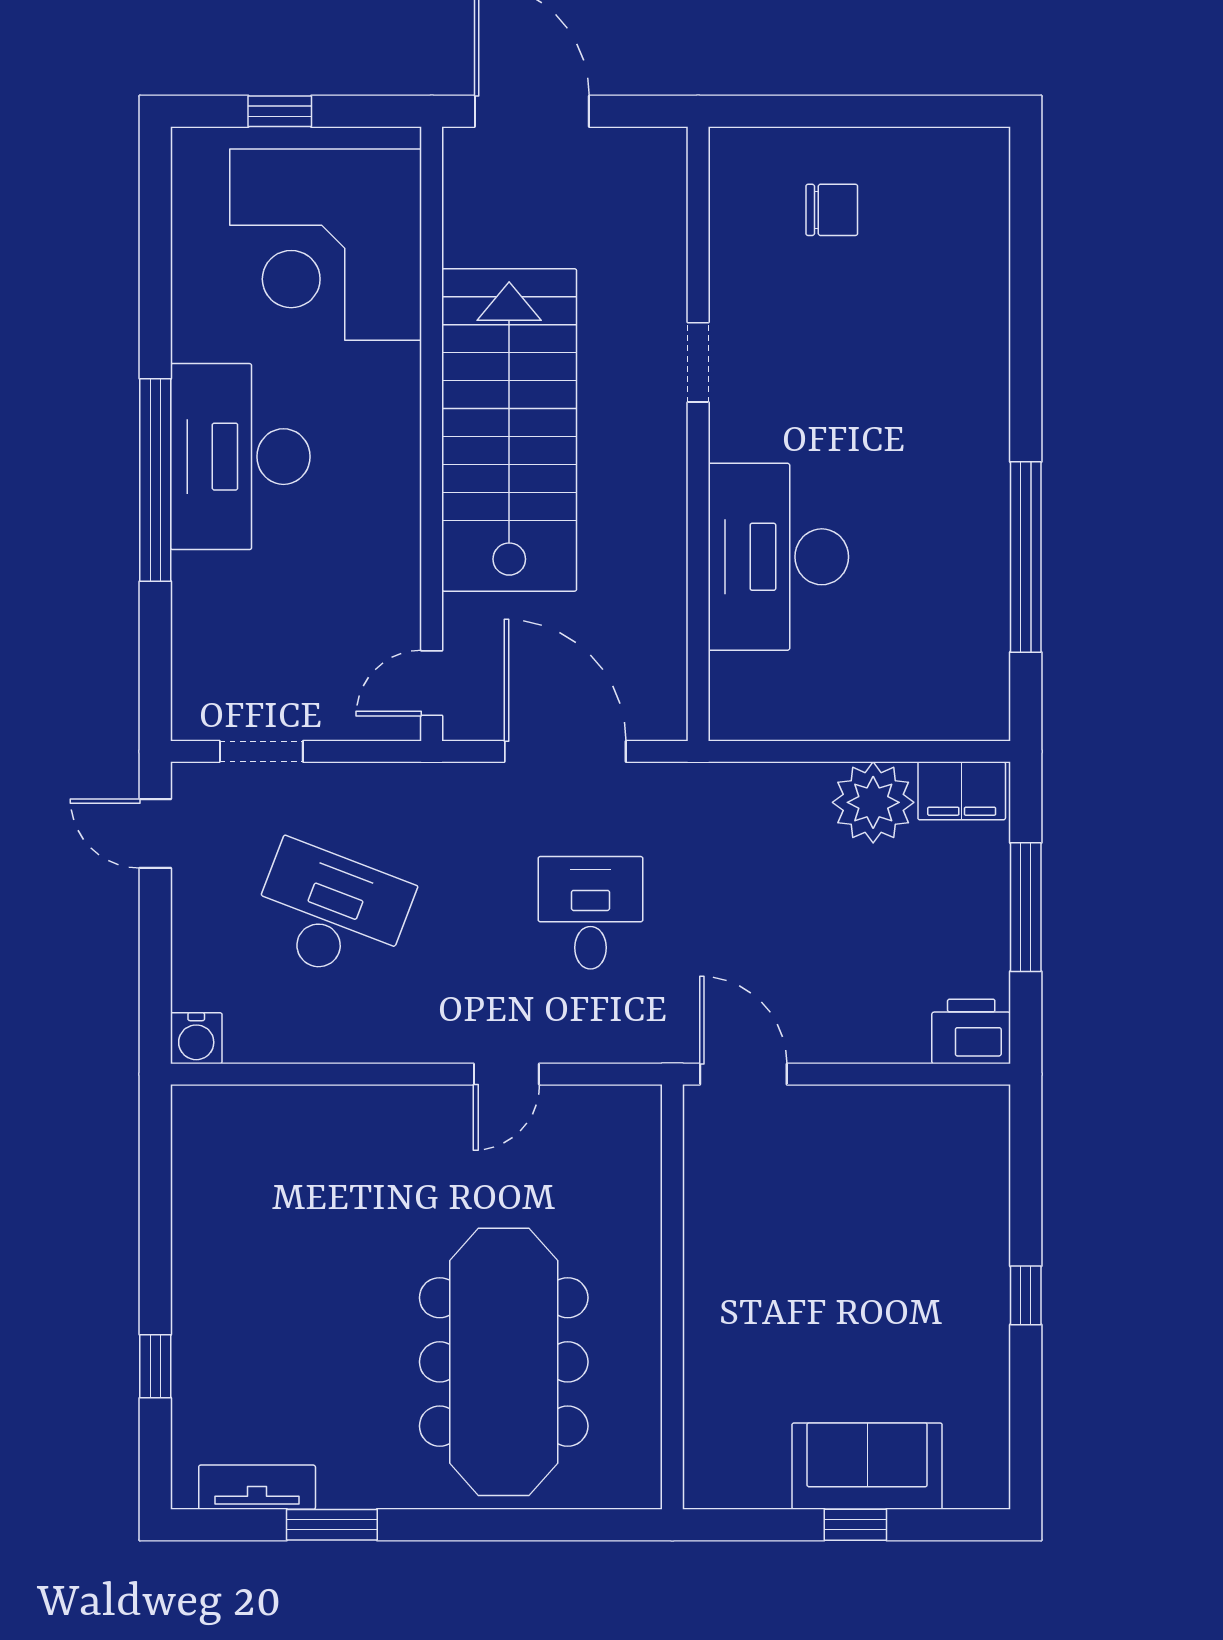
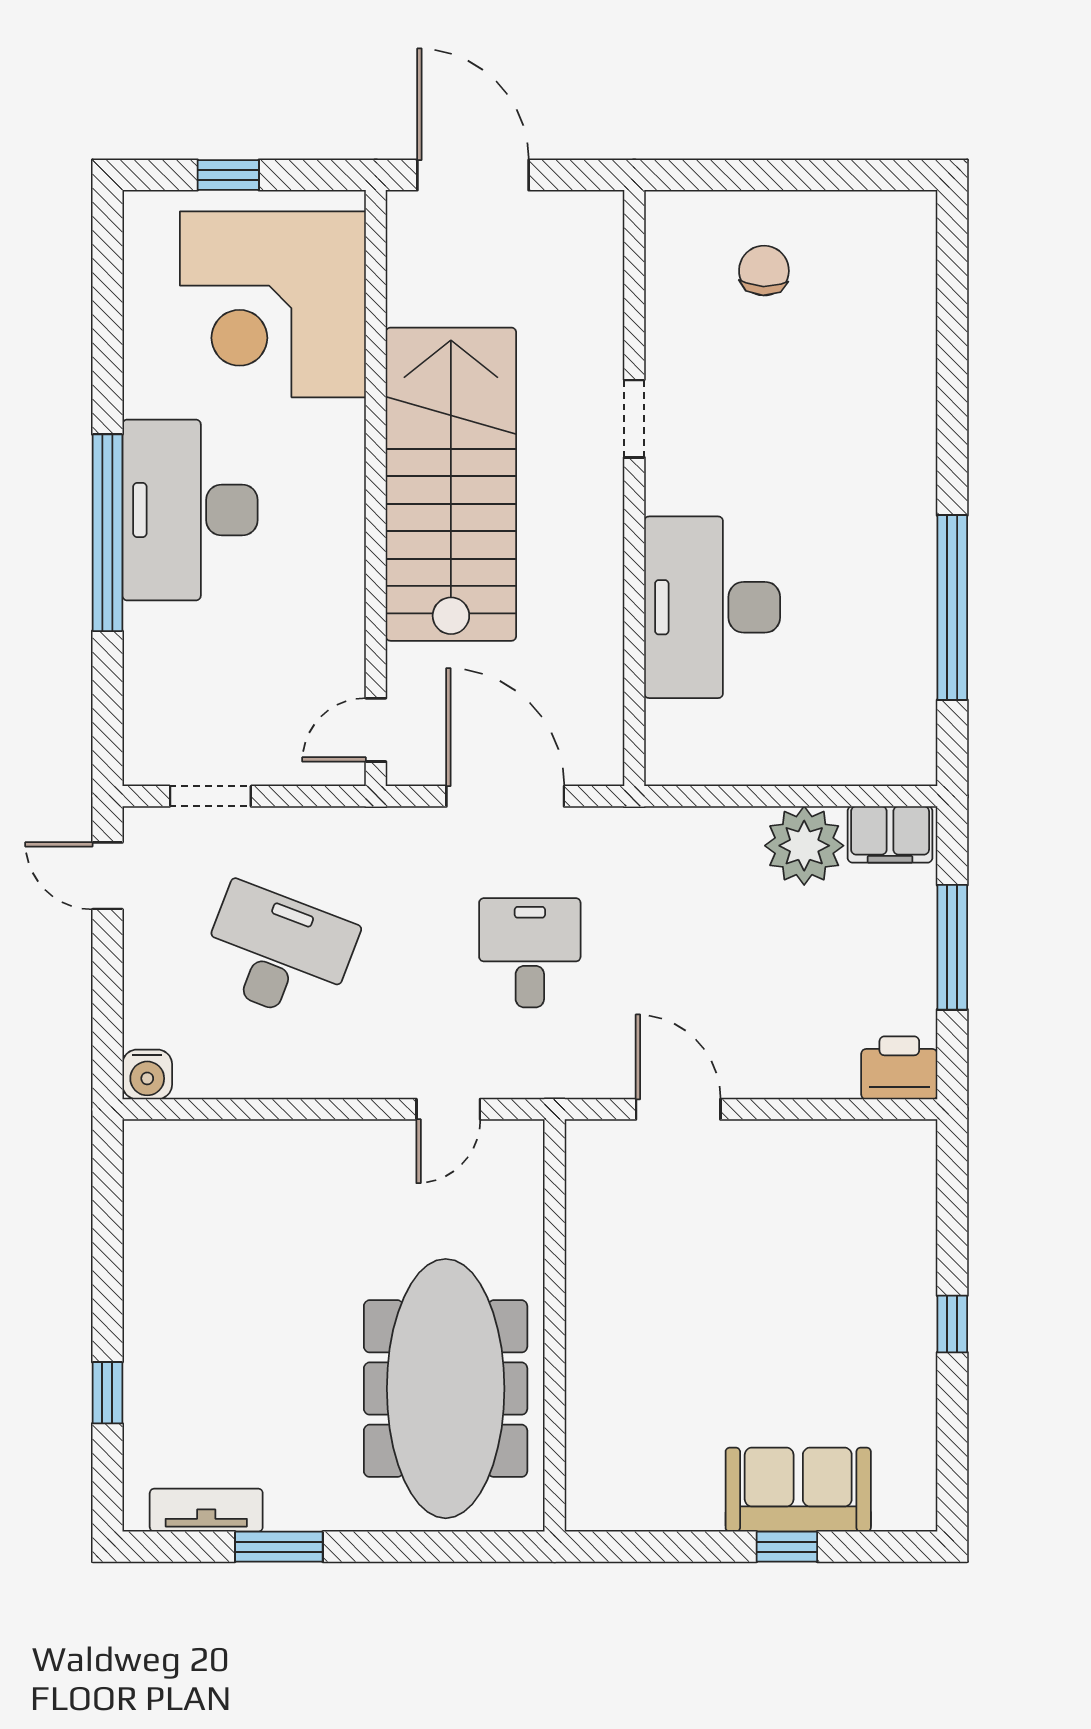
chair: (832, 210) -> (764, 271), turned -88
wall: (672, 1297) -> (555, 1325), moved

